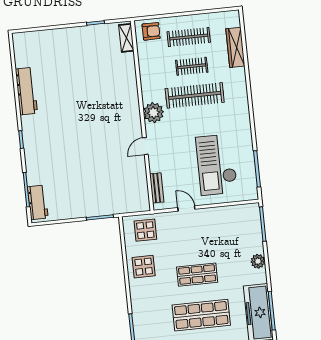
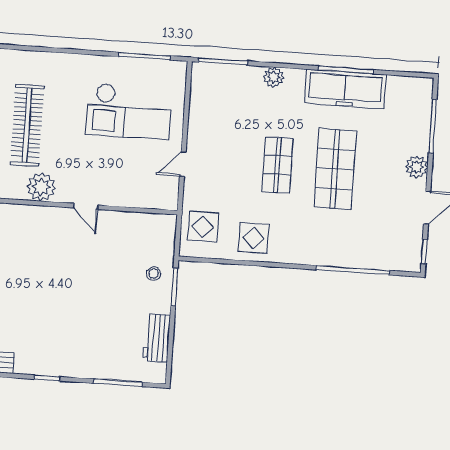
bench: (157, 188) -> (147, 201), removed
stool: (107, 201) -> (154, 274), added
workbench: (38, 202) -> (157, 338), moved, turned -90

